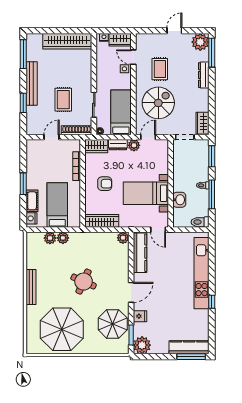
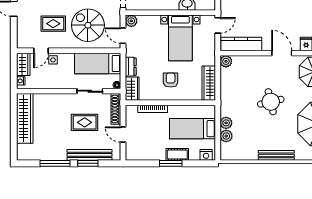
window: (23, 54) -> (55, 163), moved
bench: (32, 84) -> (89, 155), moved
plant: (134, 145) -> (131, 21), moved
cot: (32, 201) -> (177, 154), moved
round table: (84, 282) -> (271, 102), turned -37

